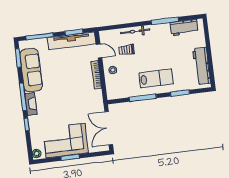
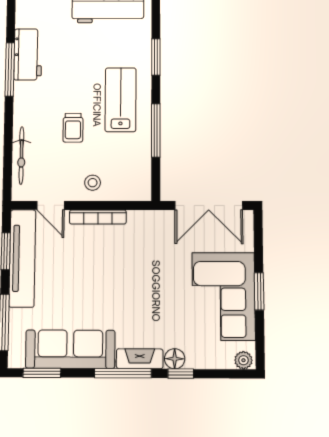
workbench: (184, 27) -> (28, 54), moved
bicycle: (135, 31) -> (21, 155), moved
trolley: (127, 50) -> (73, 128), moved
door: (99, 51) -> (51, 205), swing flipped
floor lamp: (33, 121) -> (175, 359), added

